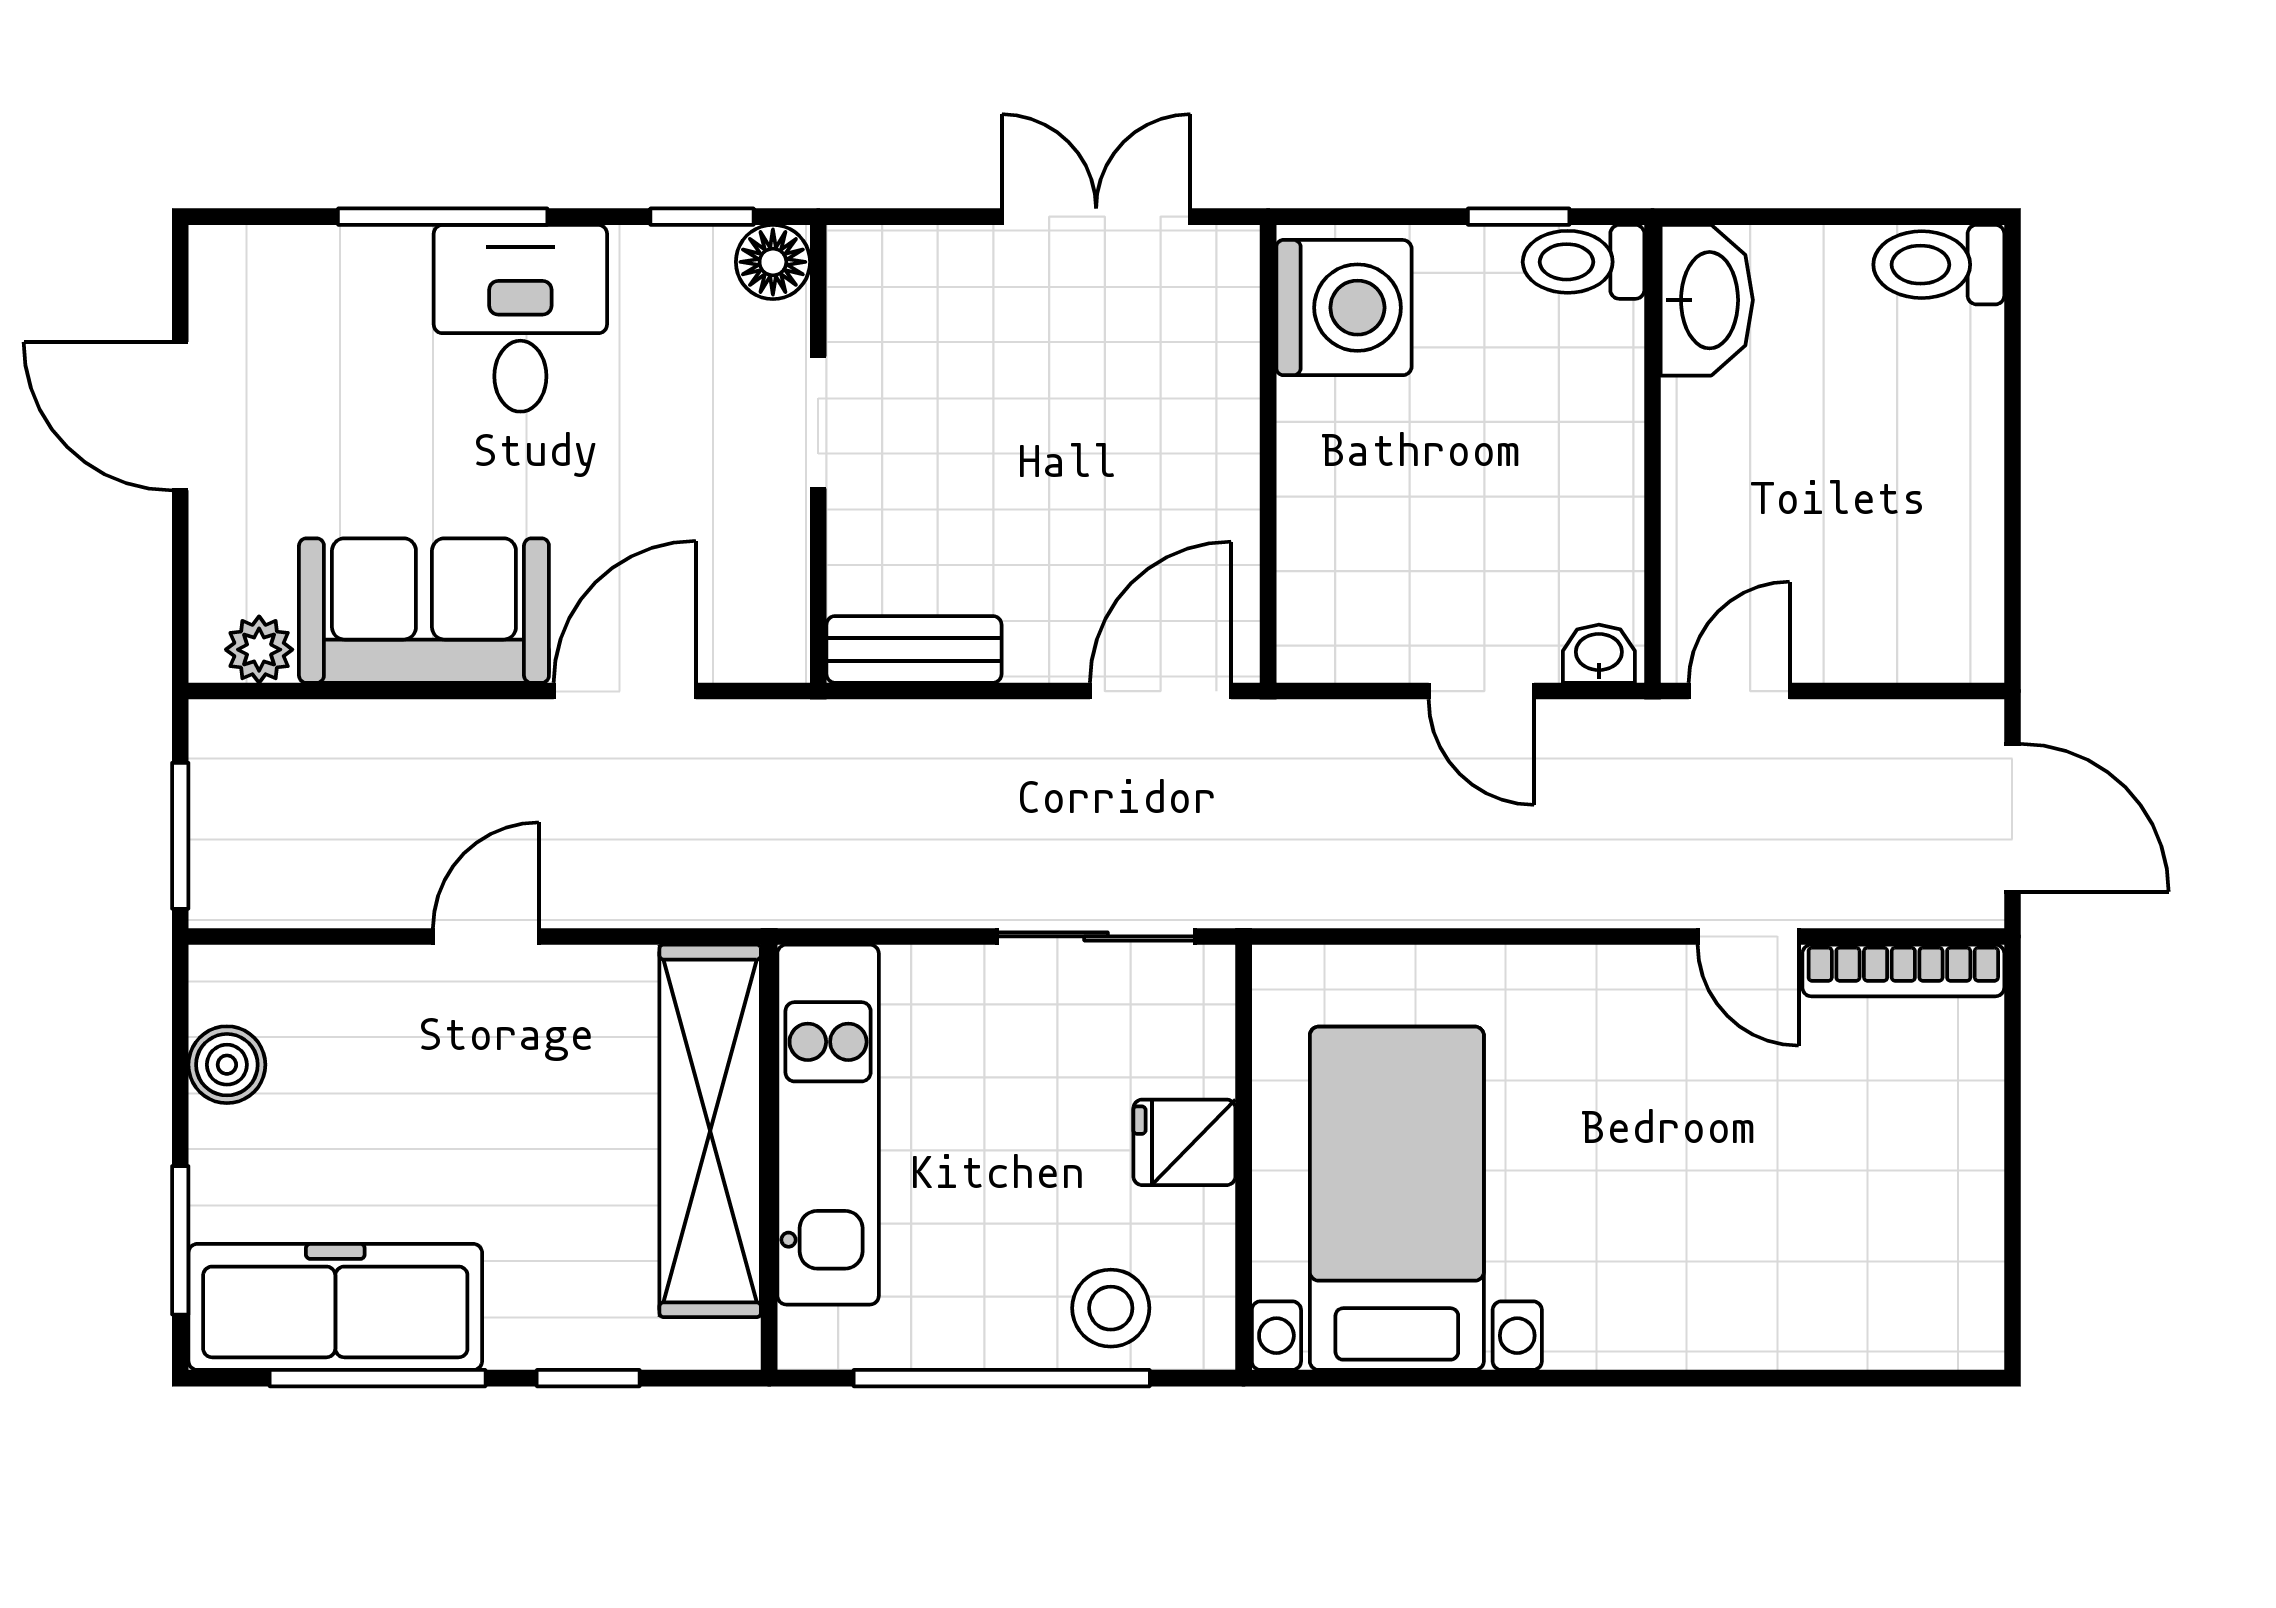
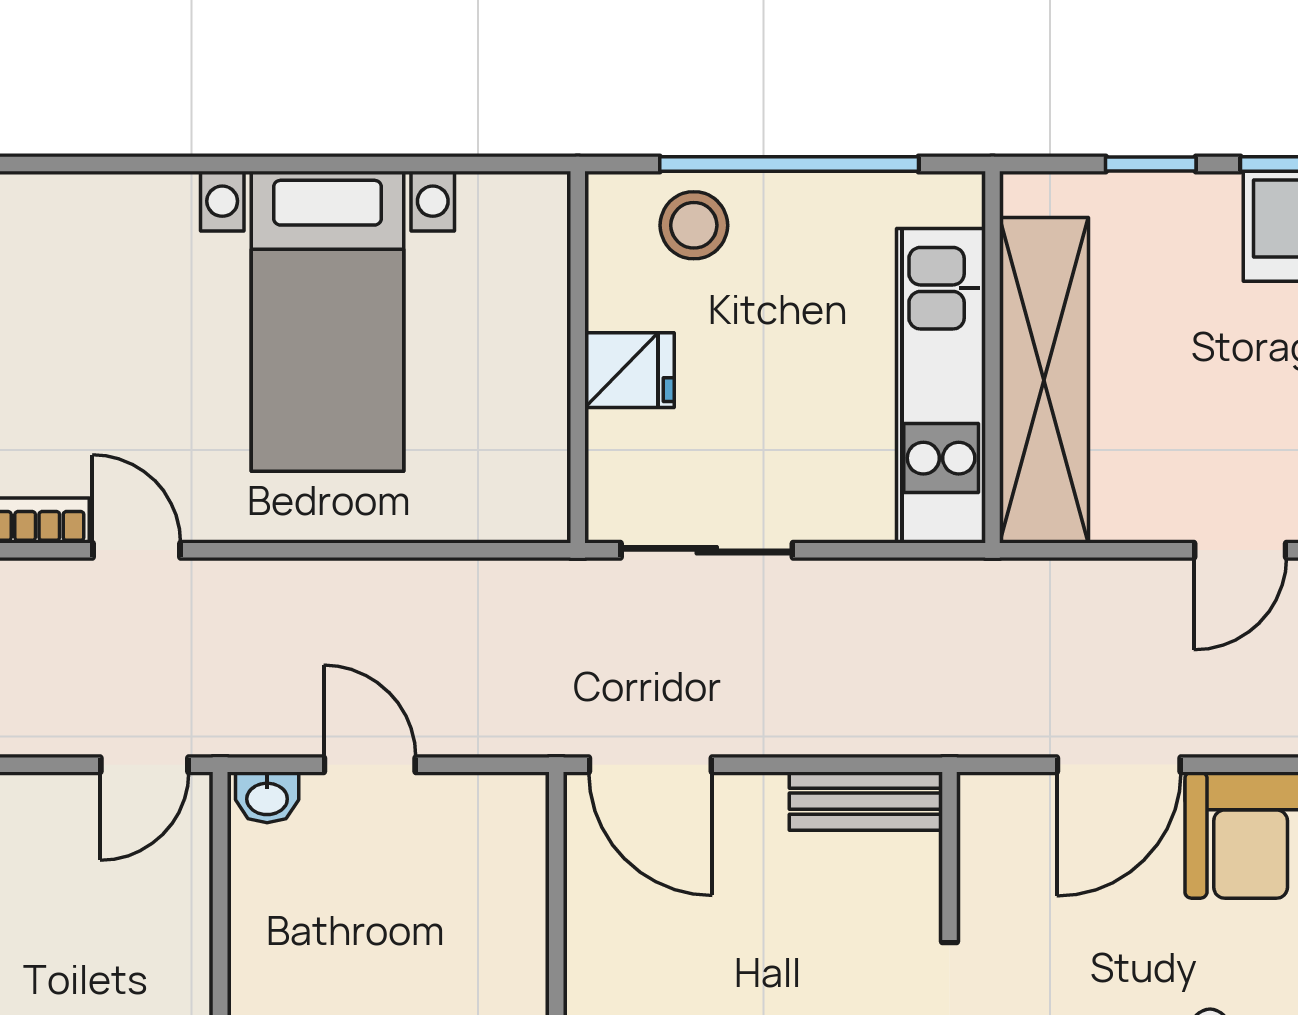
door: (1160, 691) -> (650, 765), hinge flipped
bed with nightstands: (1397, 1198) -> (327, 321), moved

